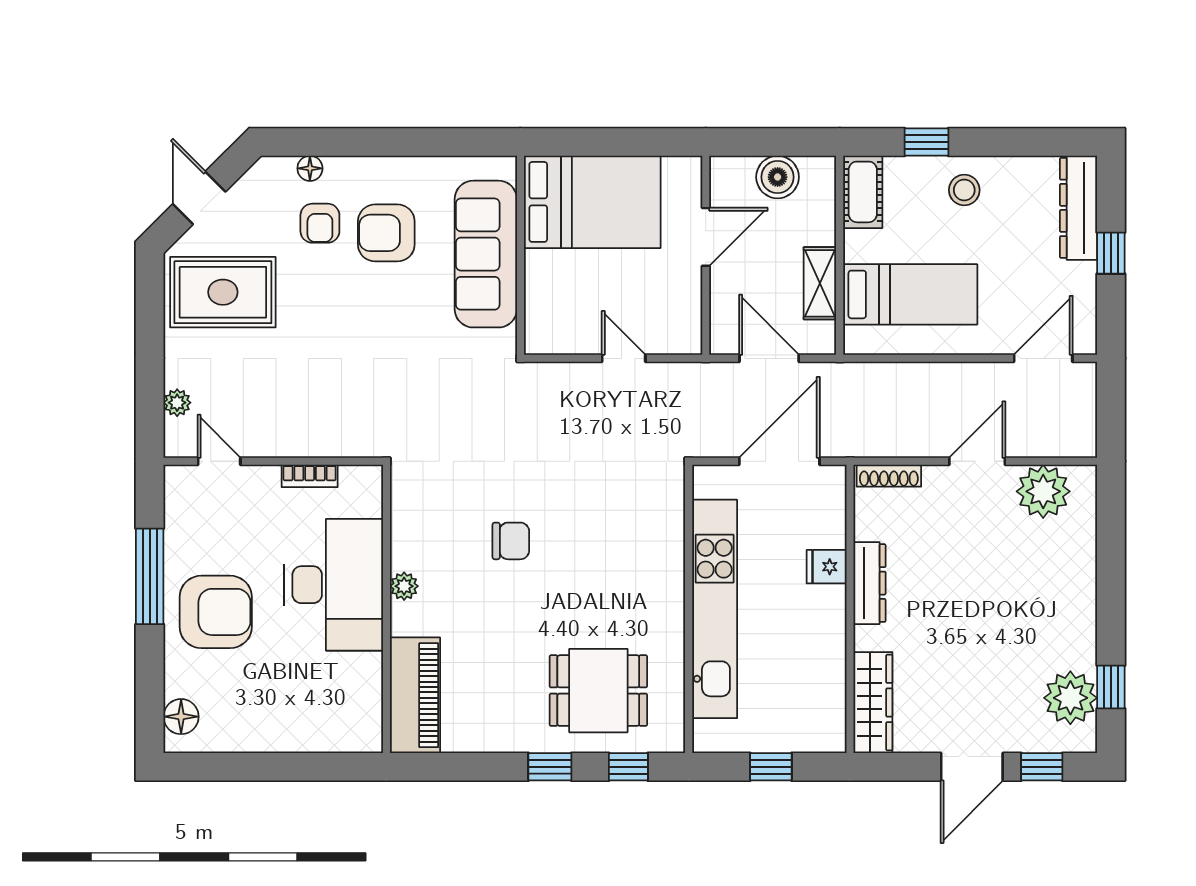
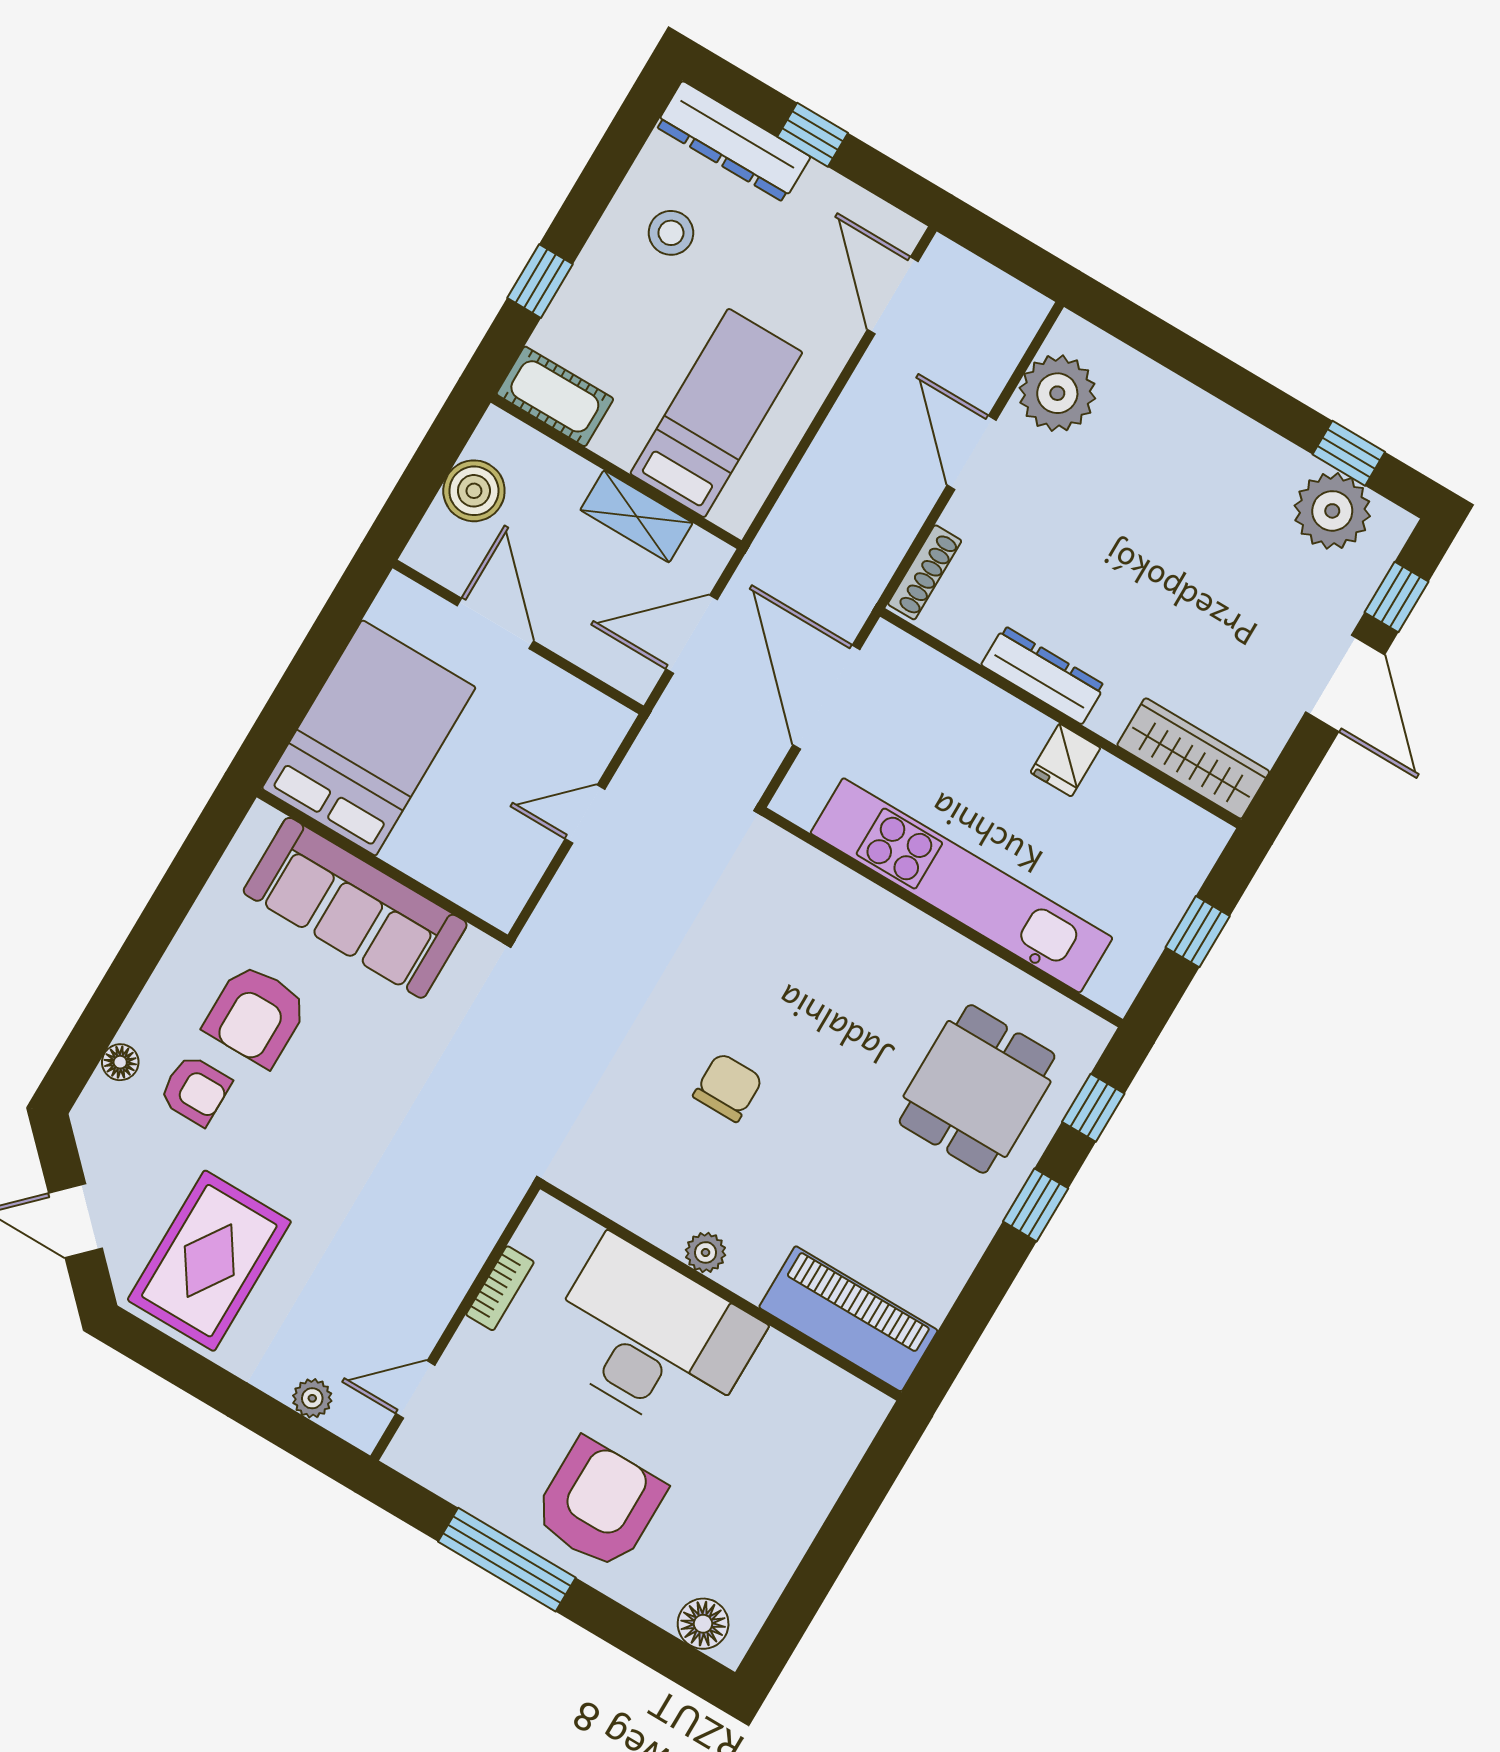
stool: (964, 190) -> (671, 233), moved
fridge: (827, 567) -> (1065, 760), moved

